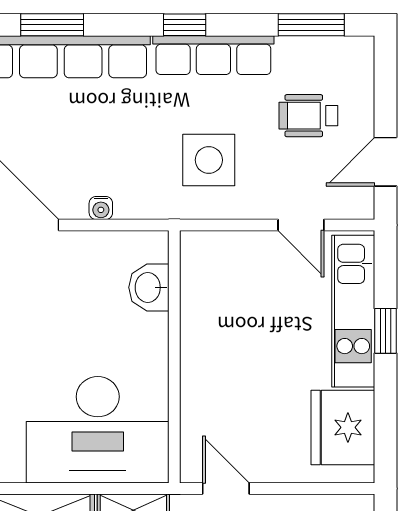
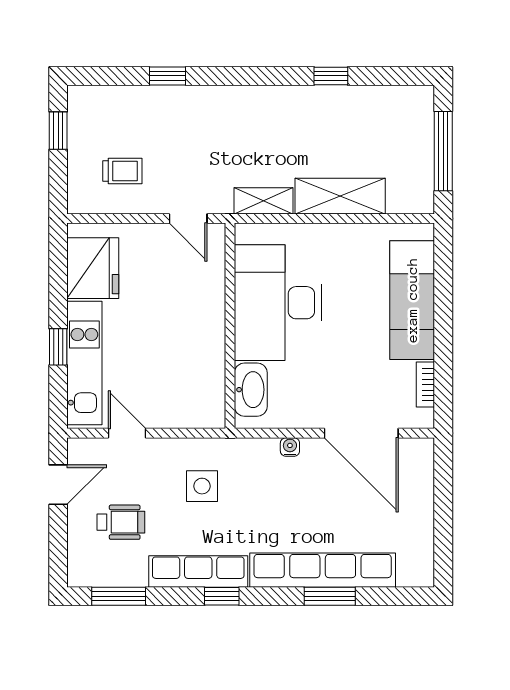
side table: (209, 160) -> (202, 486), width x0.73, depth x0.73
washbasin: (149, 287) -> (251, 390), width x1.38
desk: (98, 430) -> (278, 303), moved, turned -90

